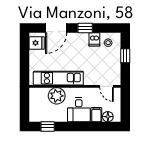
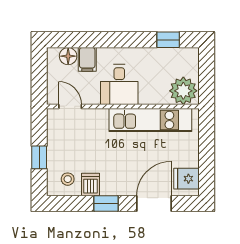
plant: (57, 96) -> (183, 91), moved
desk: (79, 110) -> (119, 84), moved, turned 180

